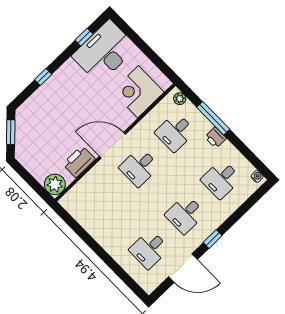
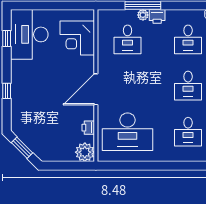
plant: (180, 99) -> (143, 15), moved
printer: (79, 162) -> (88, 128), width x0.53, depth x0.68
desk: (139, 167) -> (128, 132), moved, width x1.87, depth x1.30

